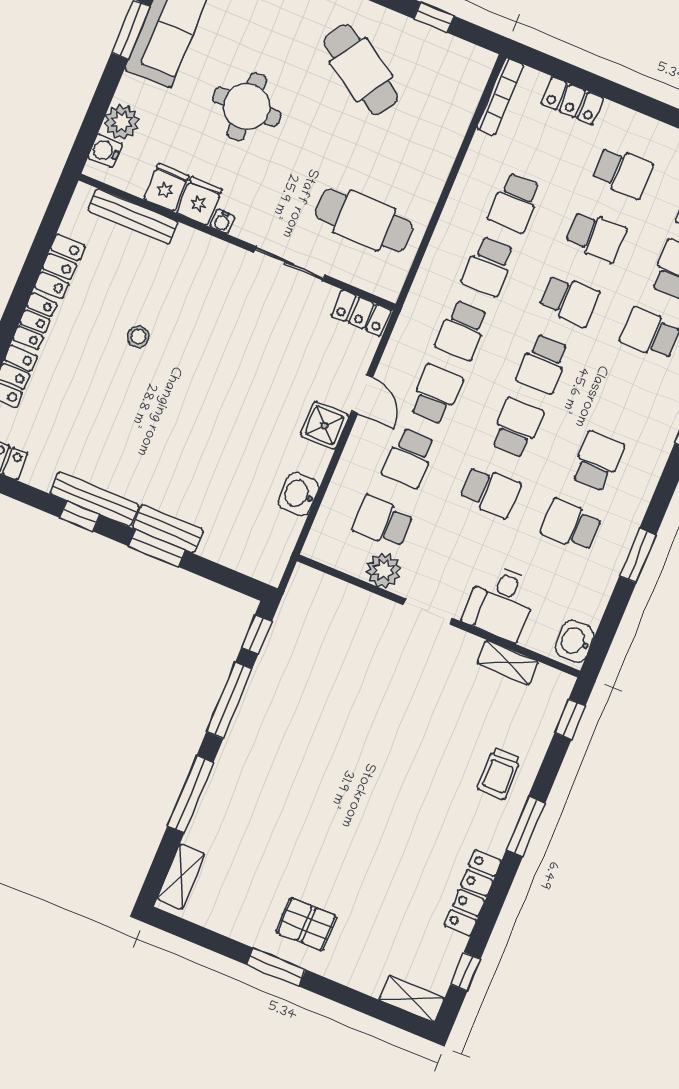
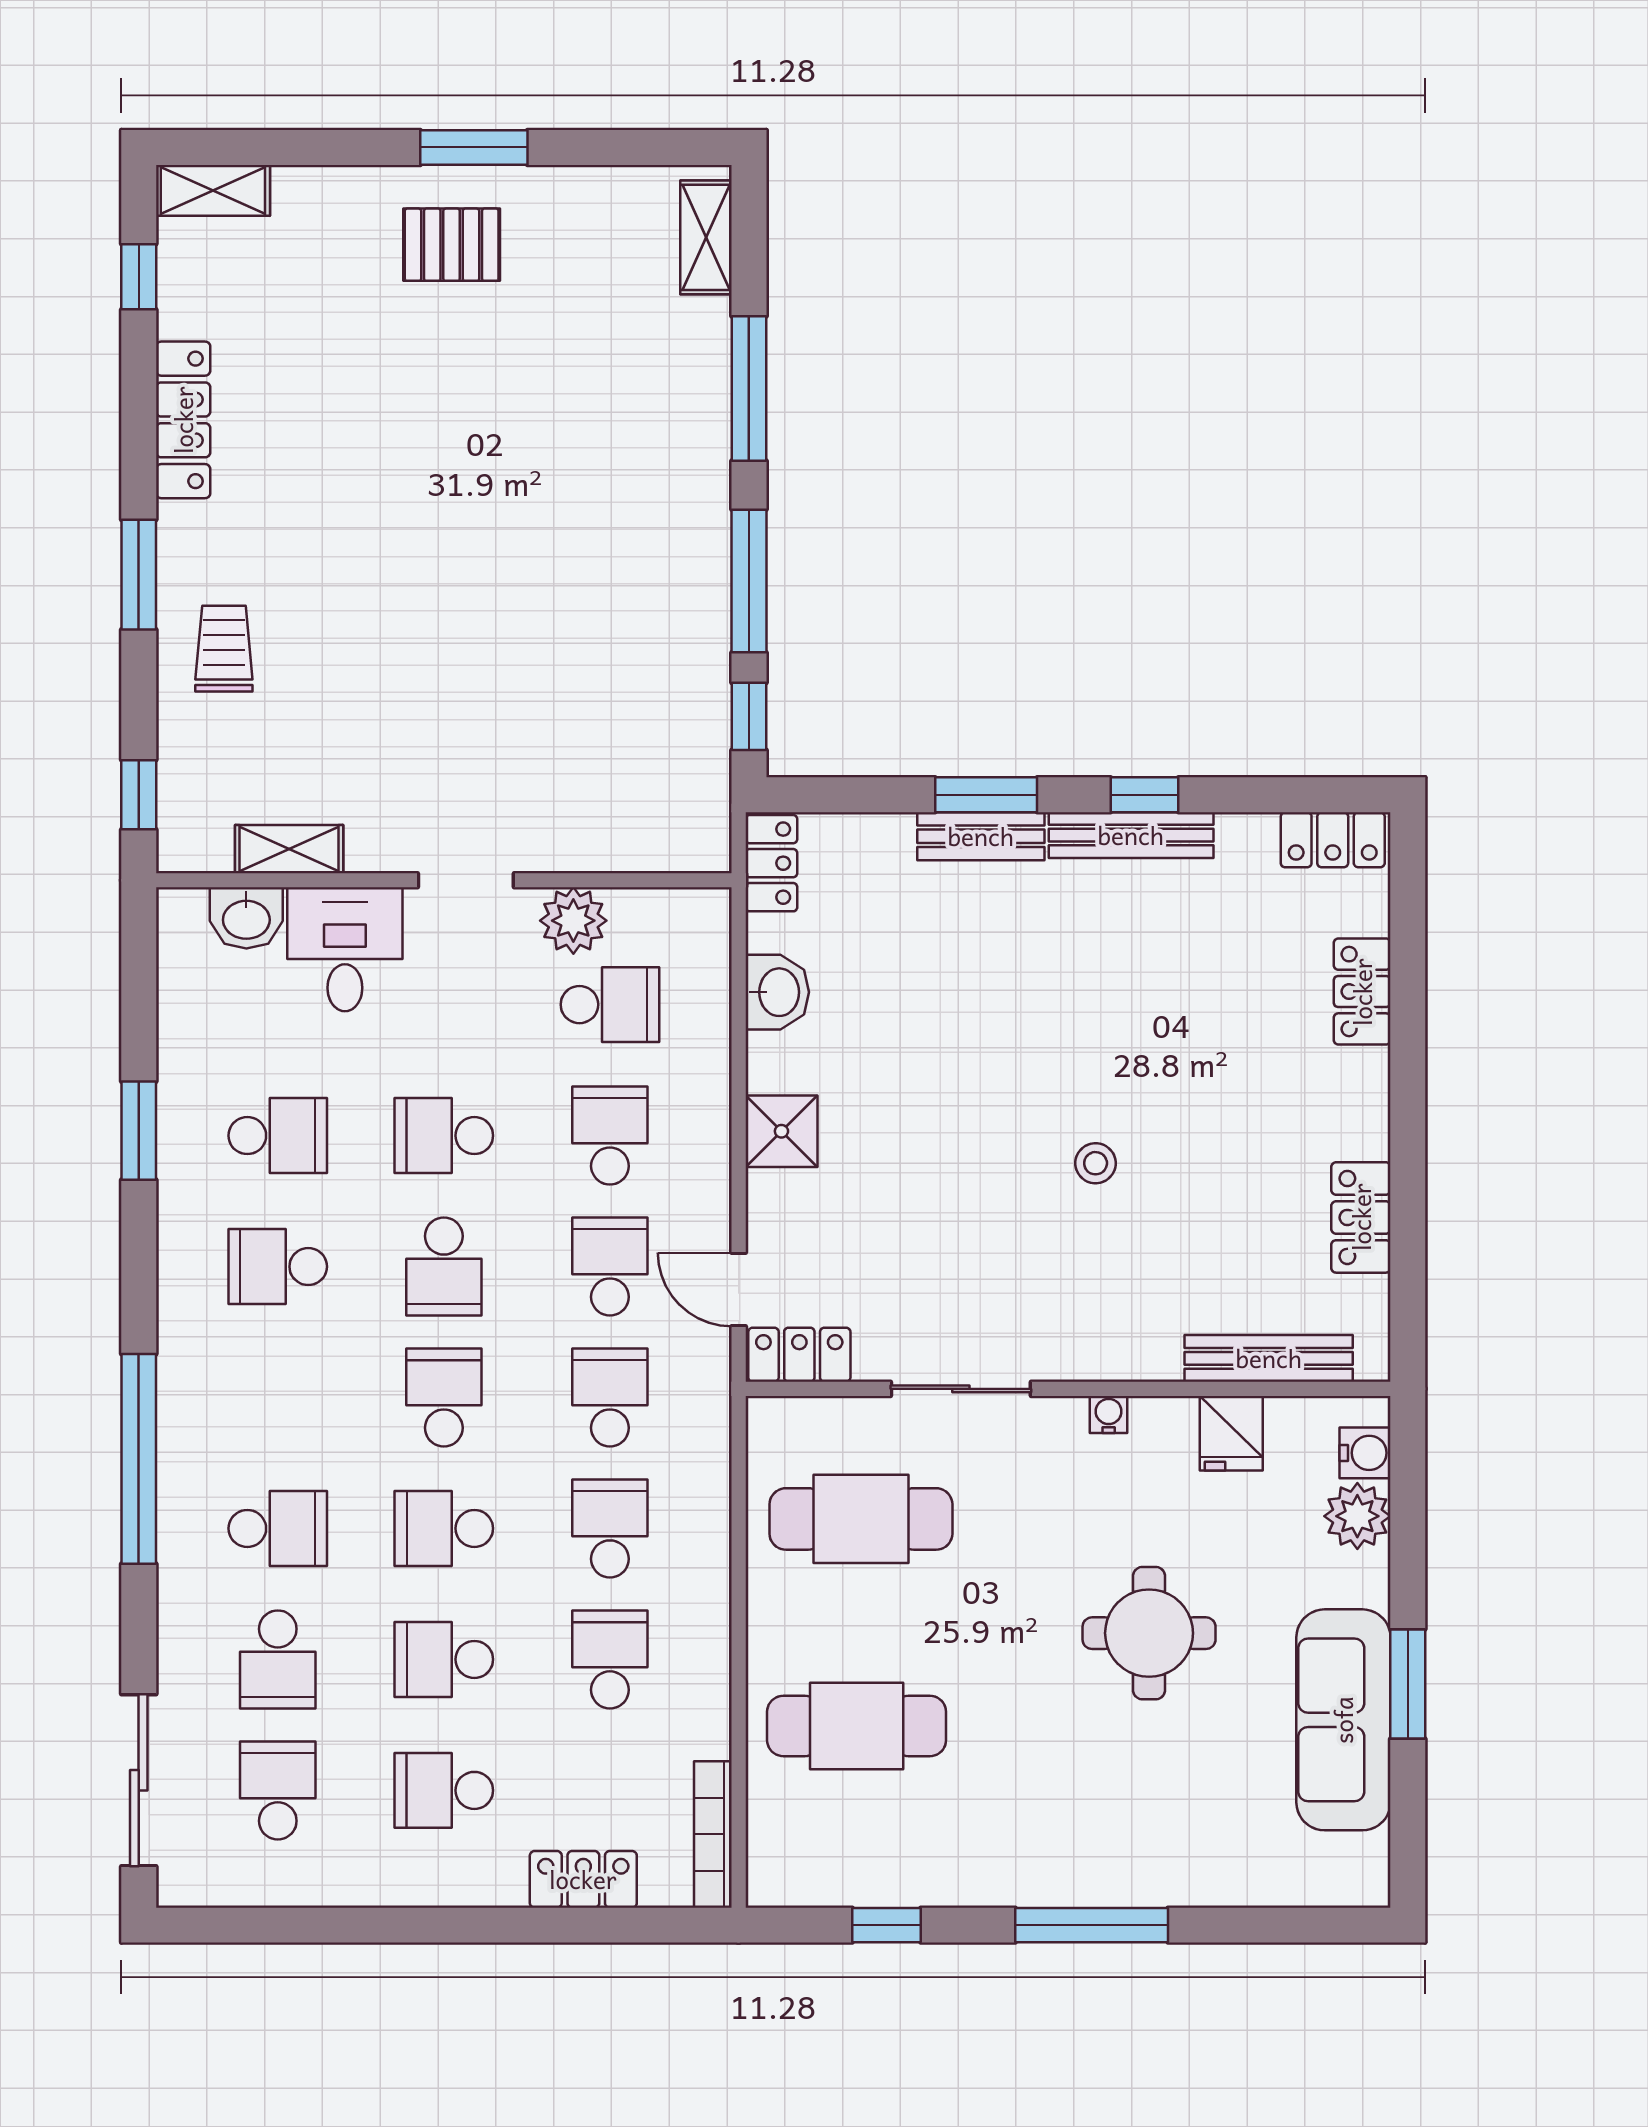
cafe table: (361, 70) -> (857, 1726), moved, turned -33
fridge: (199, 201) -> (1164, 1434), removed
locker: (35, 321) -> (771, 863), moved, turned 180
stool: (138, 337) -> (1096, 1163), moved
door: (362, 394) -> (739, 1290), moved
school desk: (436, 394) -> (610, 1267), turned 180
school desk: (597, 461) -> (278, 1267), turned 90
washbasin: (575, 641) -> (246, 918), moved, turned 90

